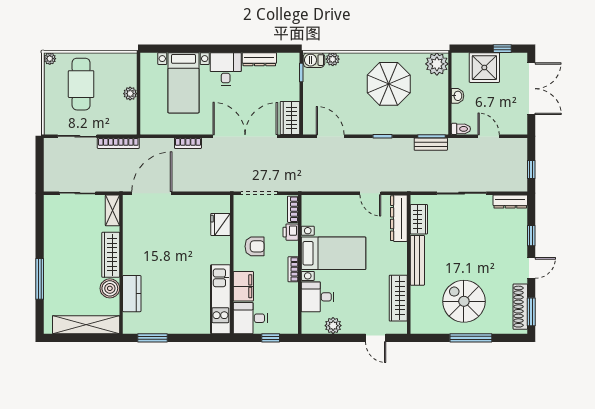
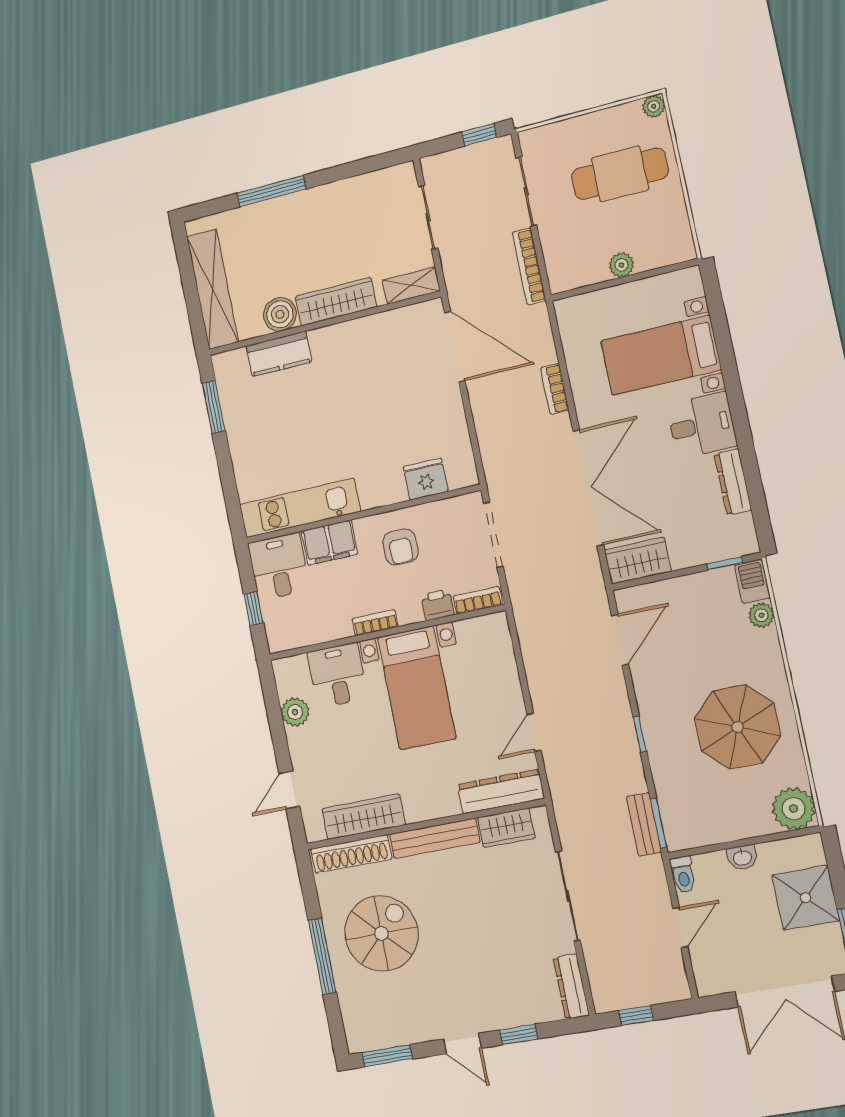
window: (40, 155) -> (479, 135), added
shoe rack: (520, 307) -> (351, 854), moved, turned 180

